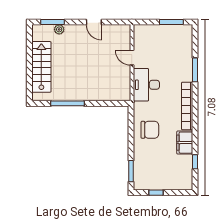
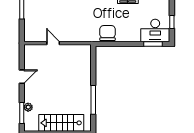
door: (132, 58) -> (53, 43), swing flipped
desk: (146, 85) -> (155, 30), moved
chair: (150, 130) -> (108, 33), moved

